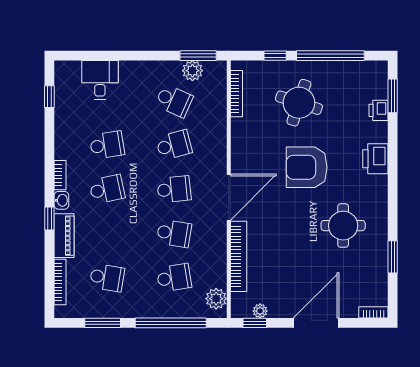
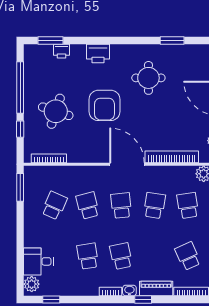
plant: (192, 71) -> (32, 284), moved
school desk: (107, 278) -> (188, 256), turned -33

